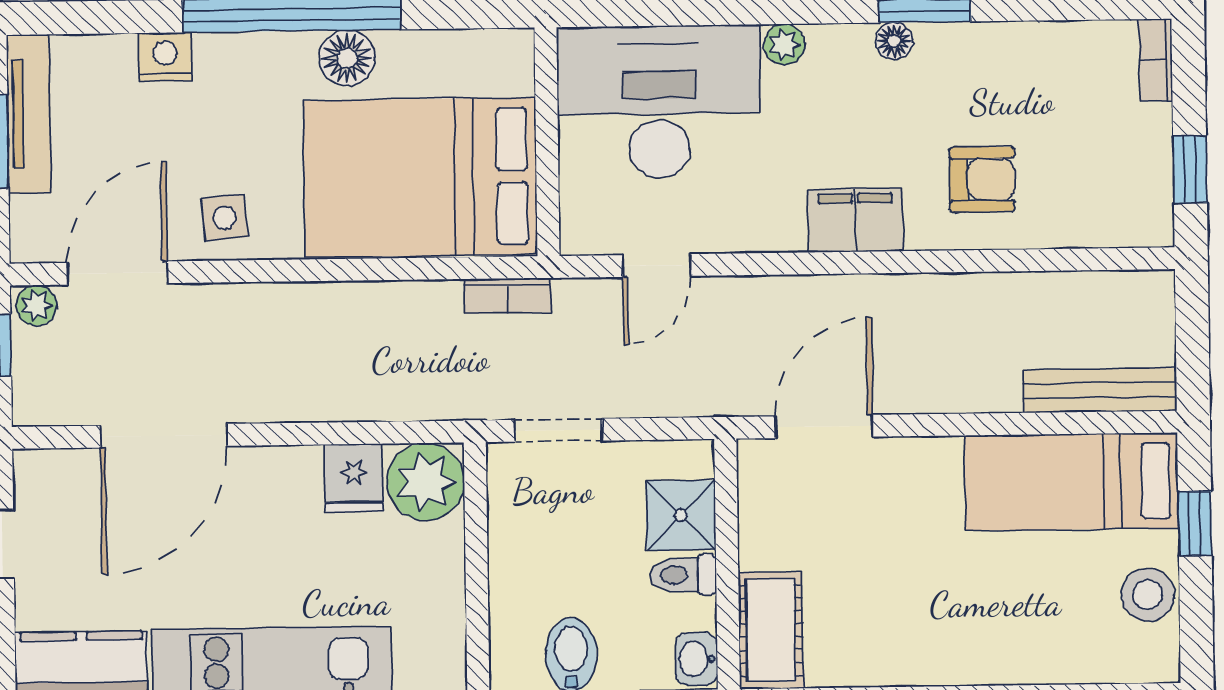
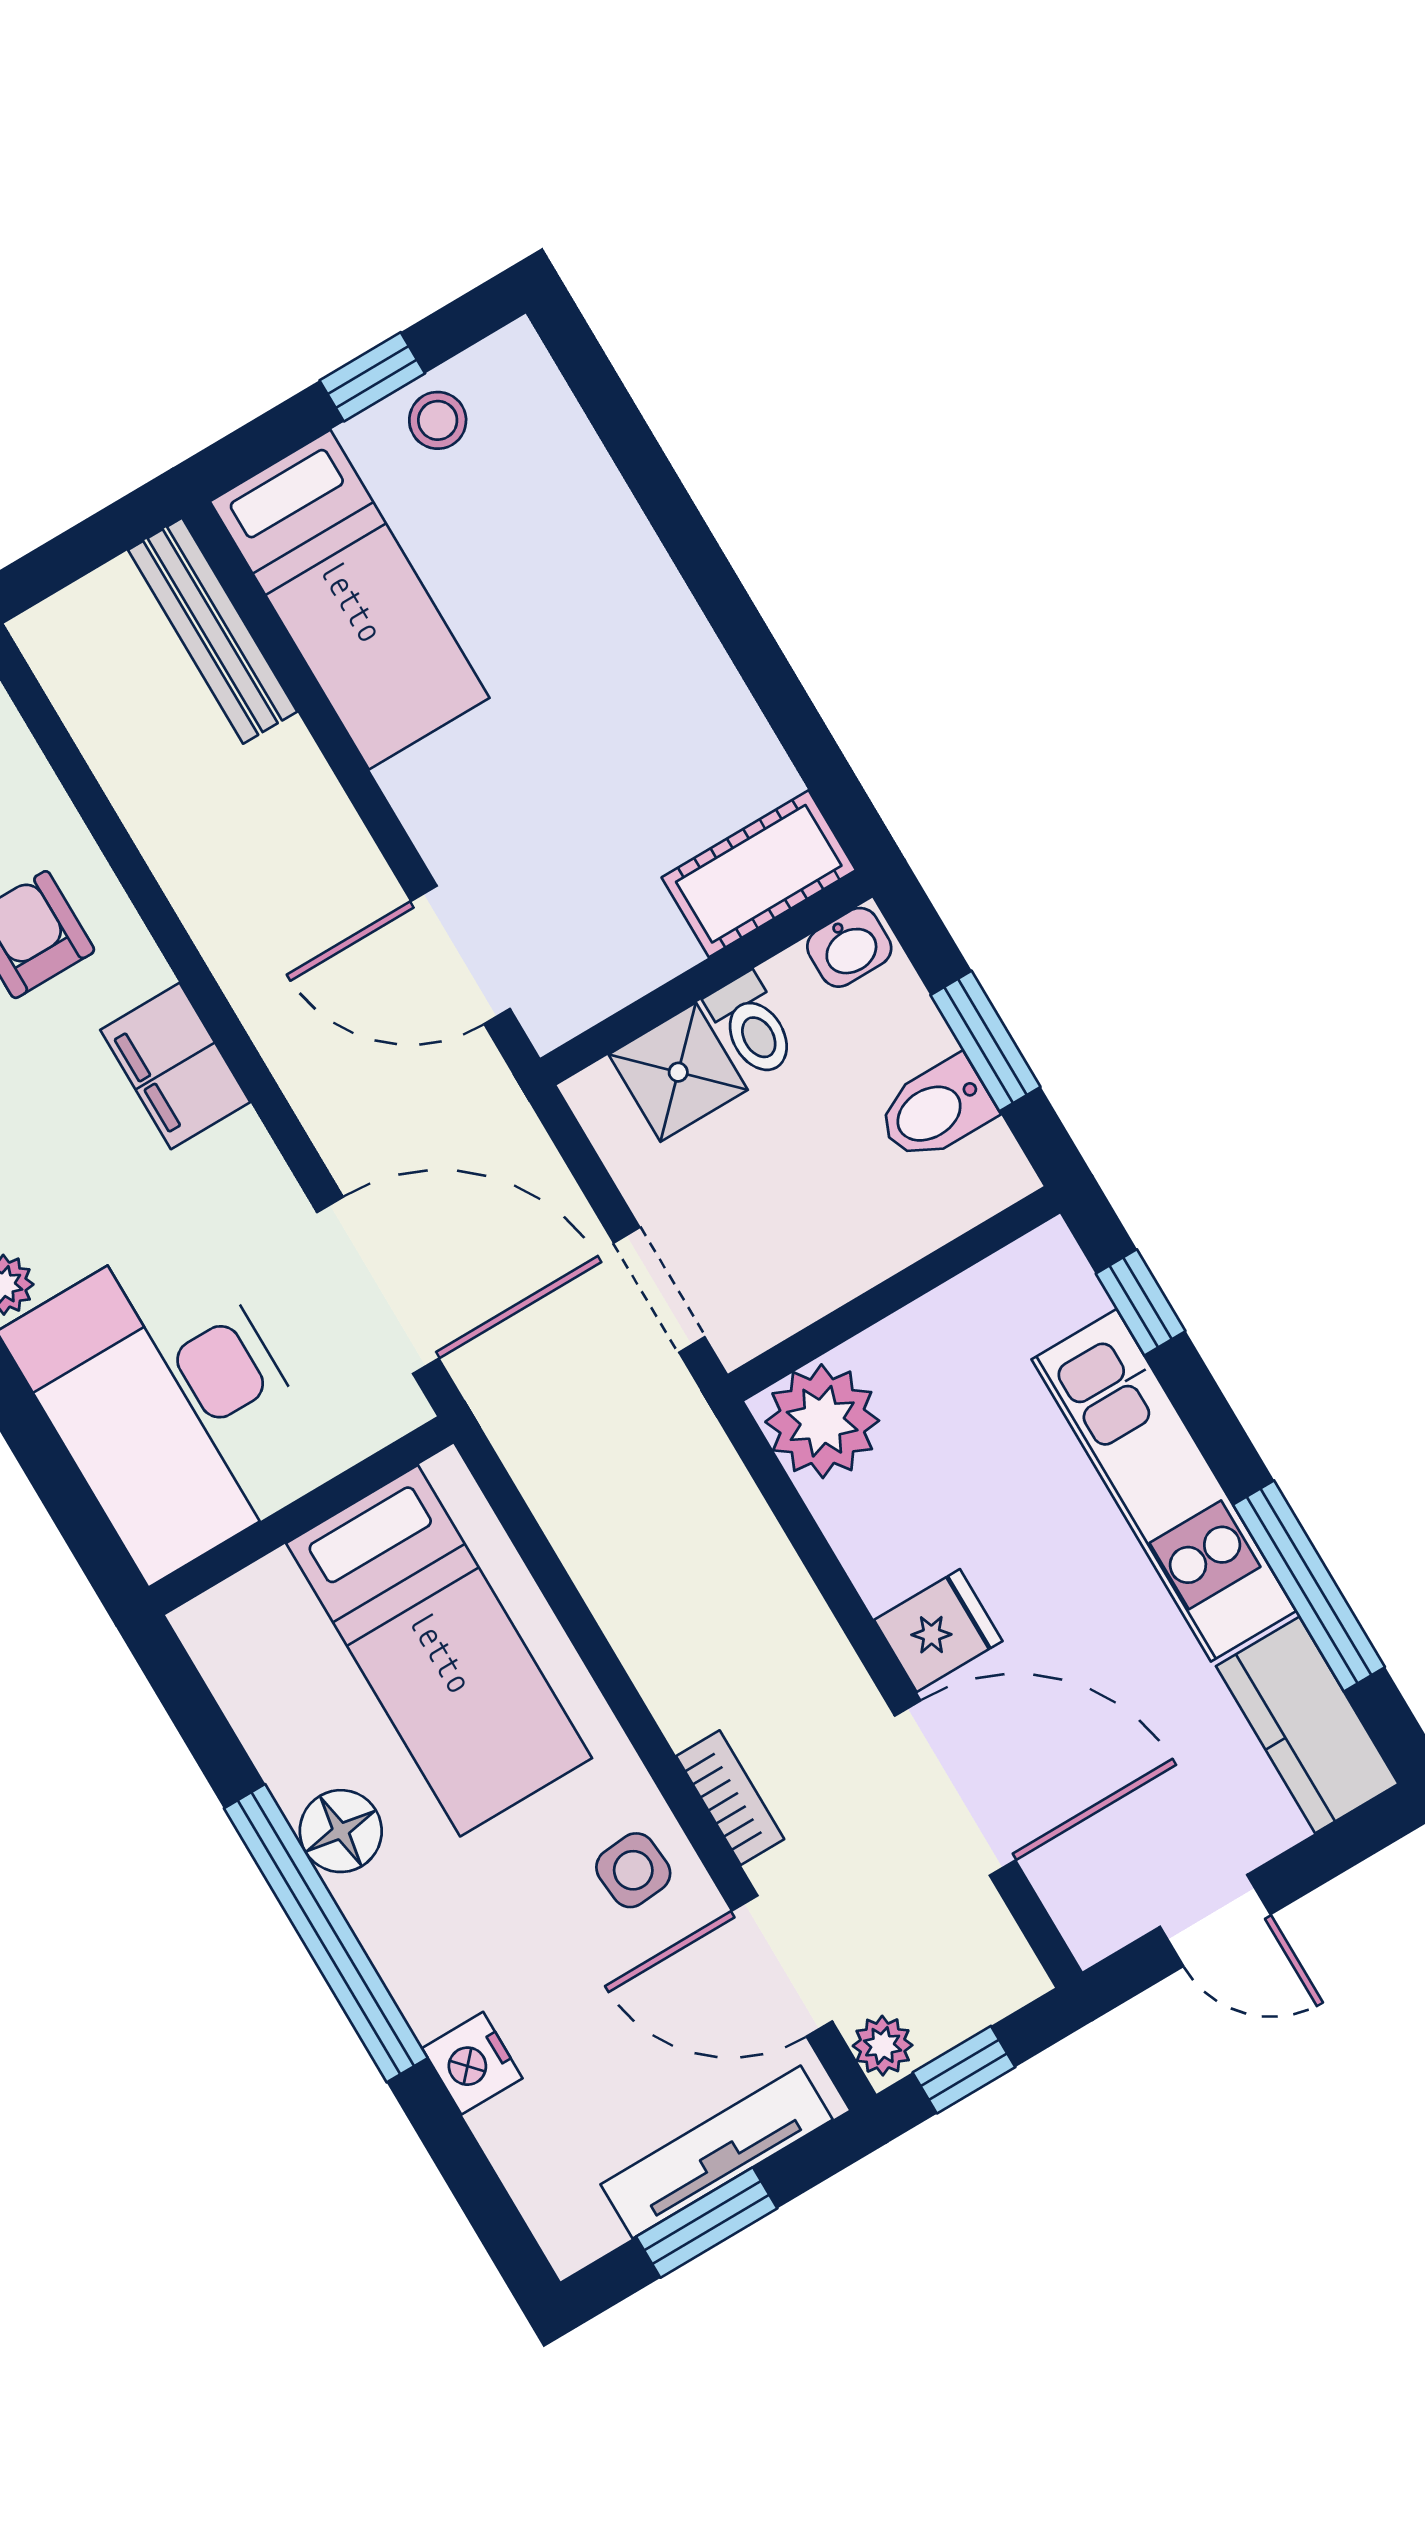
tv unit: (29, 114) -> (717, 2152), moved
bed: (420, 177) -> (439, 1651), width x0.67
door: (657, 265) -> (378, 1285), width x1.87
bookcase: (508, 296) -> (730, 1798), moved
fridge: (354, 478) -> (938, 1630), moved
window: (1195, 523) -> (372, 377), moved
stool: (1148, 595) -> (438, 420), width x0.73, depth x0.73

